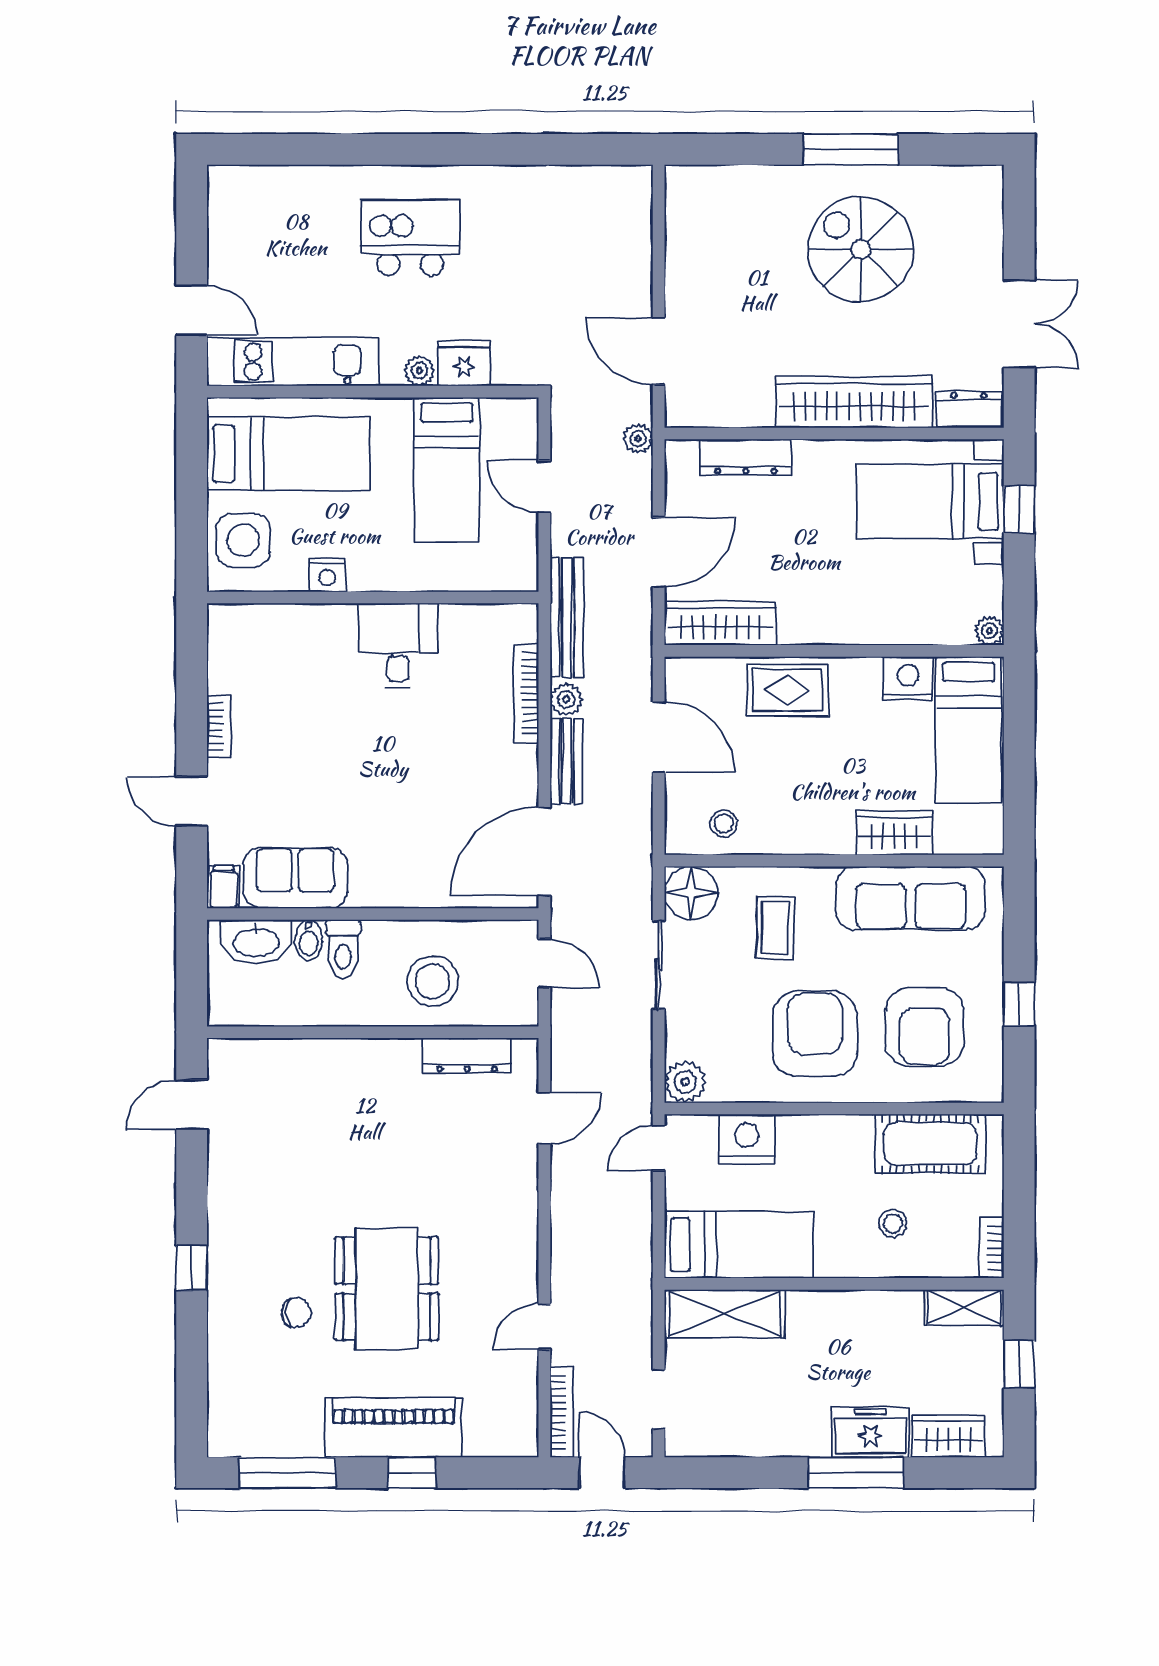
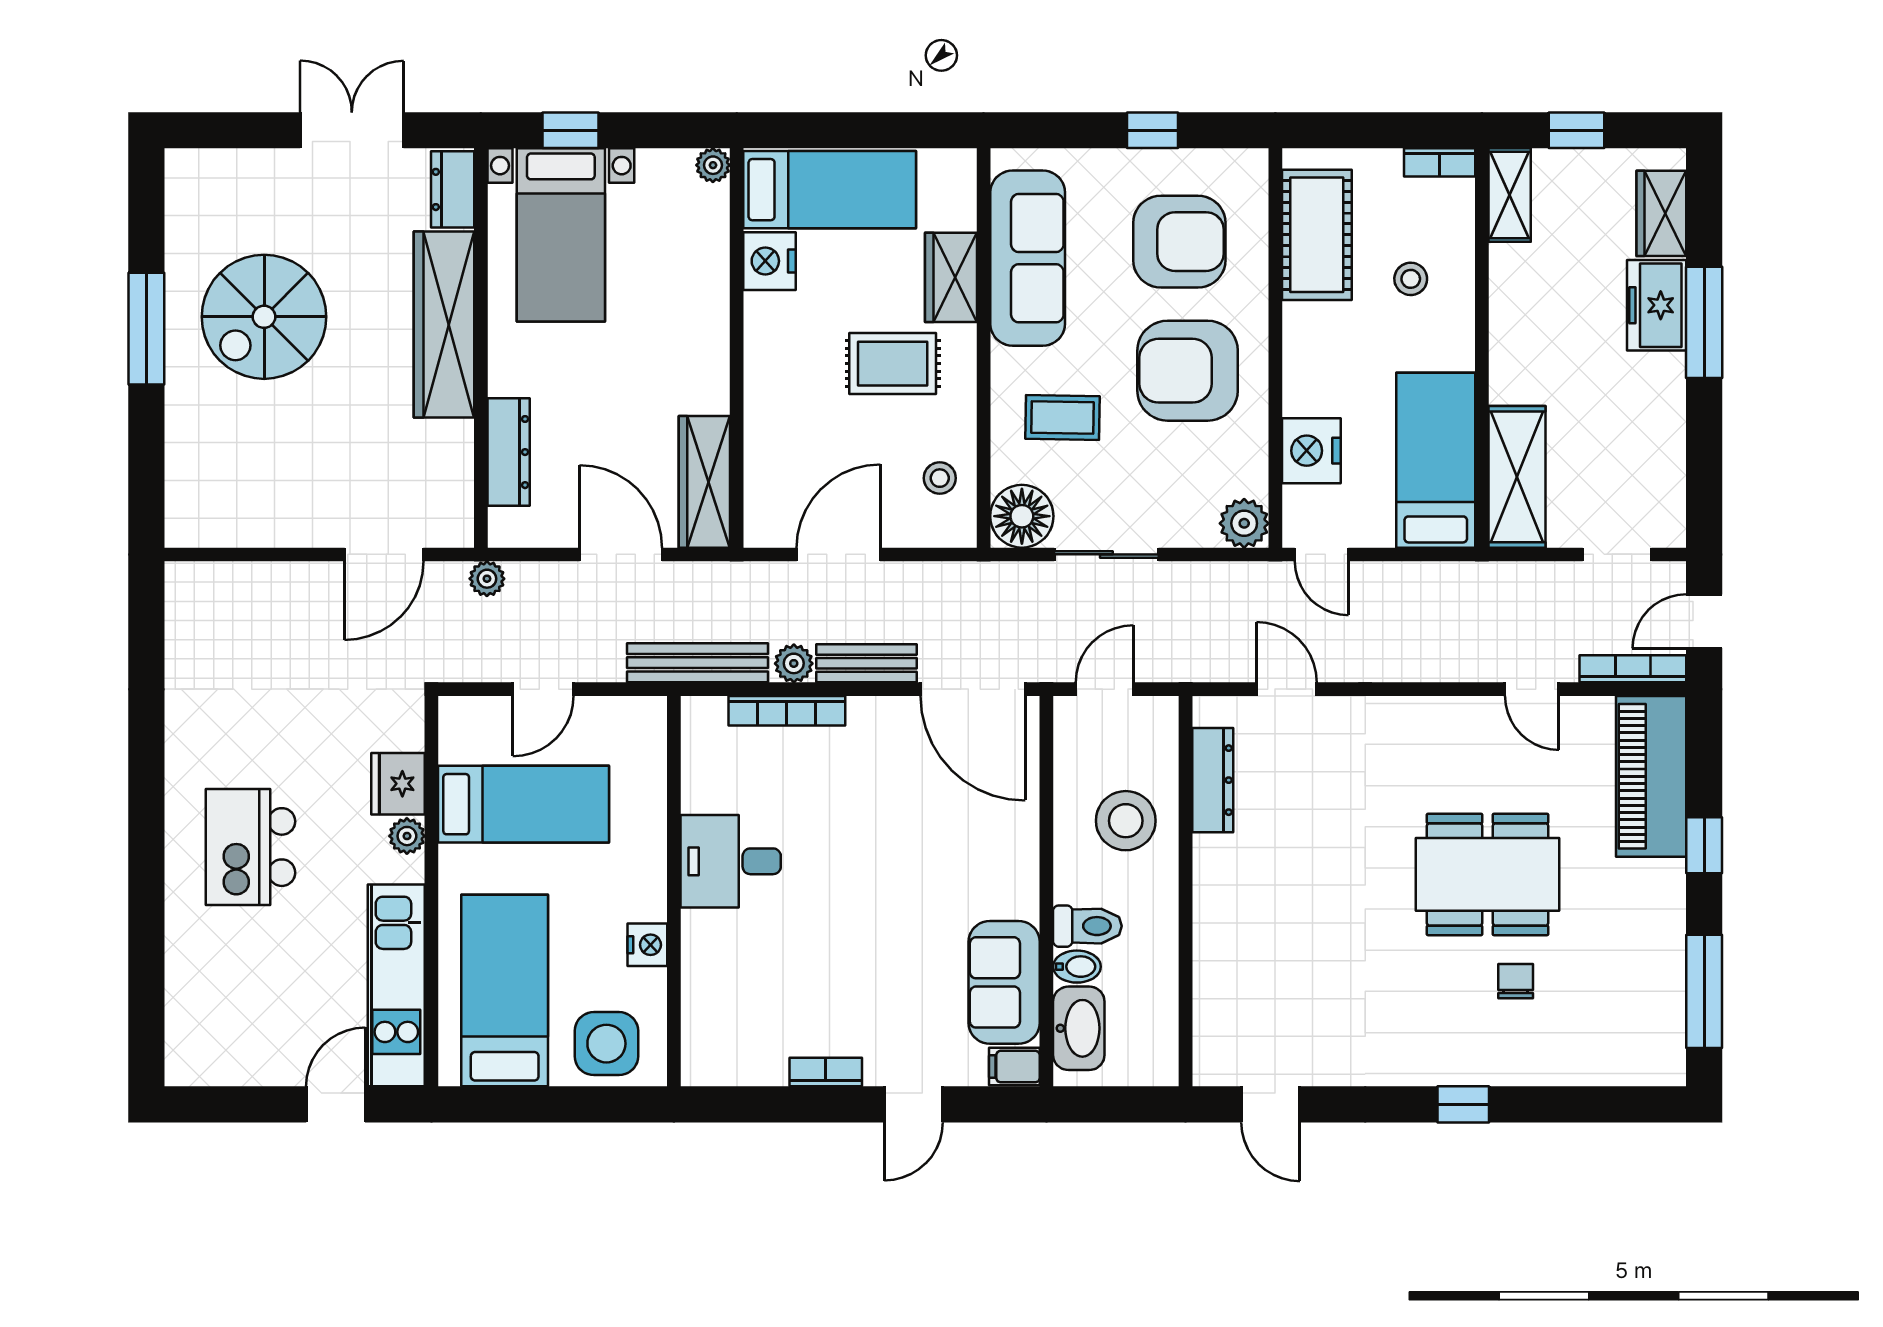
rug: (788, 690) -> (893, 364), moved, turned 90
piano: (394, 1428) -> (1651, 776), moved

